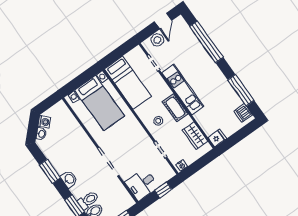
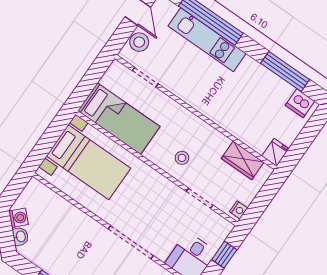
kitchen unit: (183, 89) -> (207, 40), moved, turned 180
cot: (175, 108) -> (200, 130), removed

